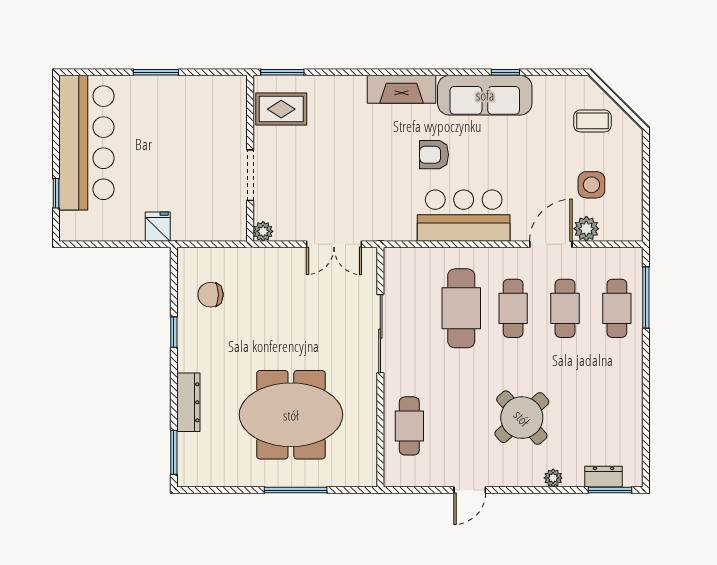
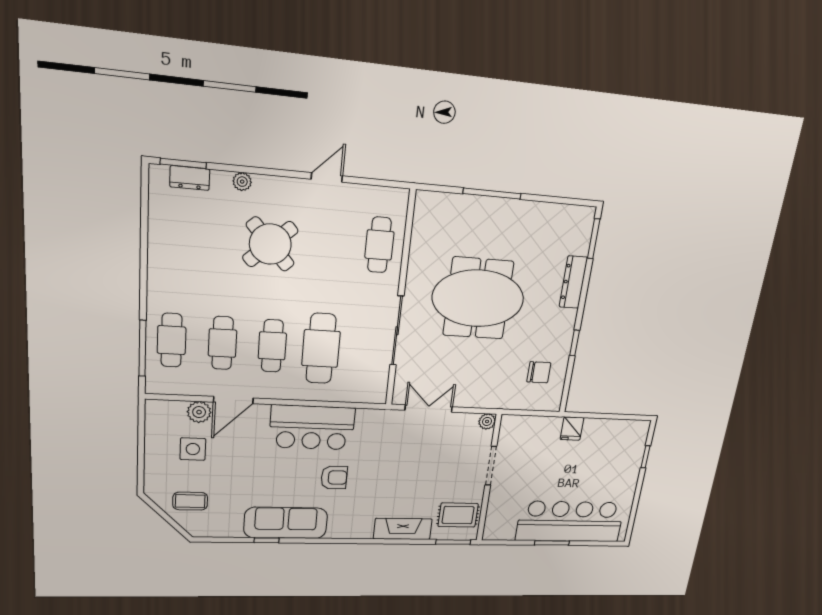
fireplace: (402, 89) -> (403, 529), moved
bar counter: (86, 143) -> (570, 522), moved, turned 90
meeting table: (291, 415) -> (478, 298), moved

